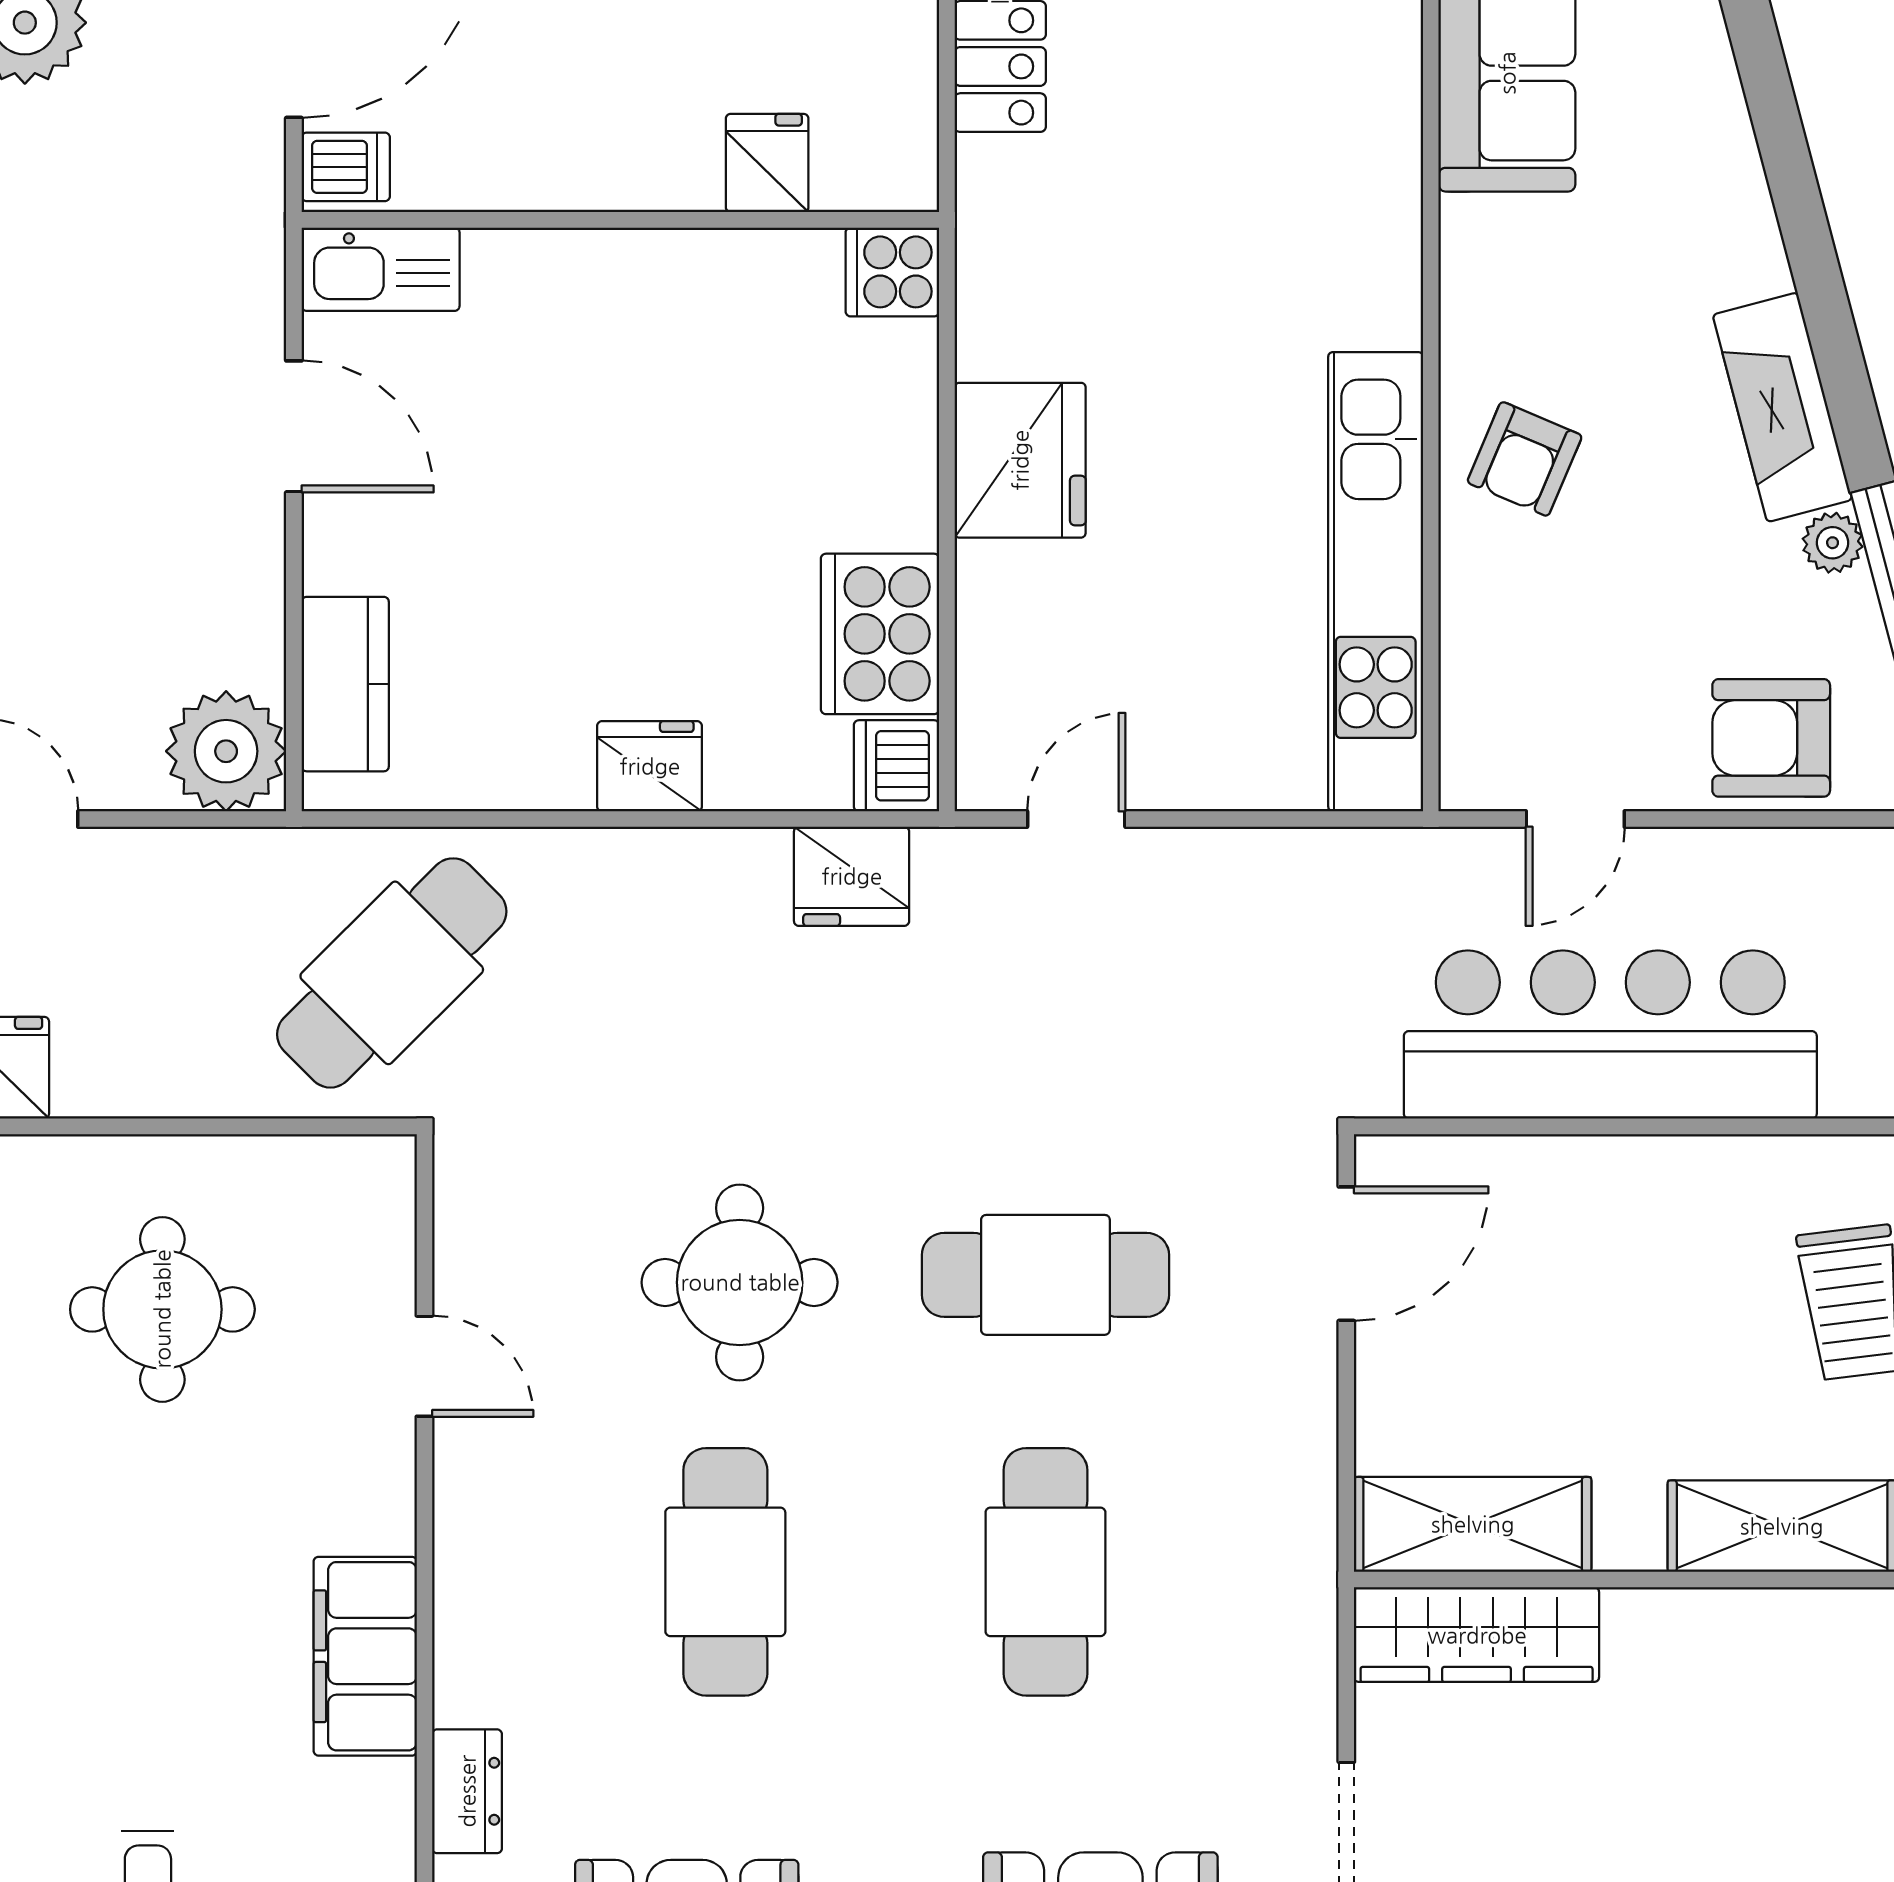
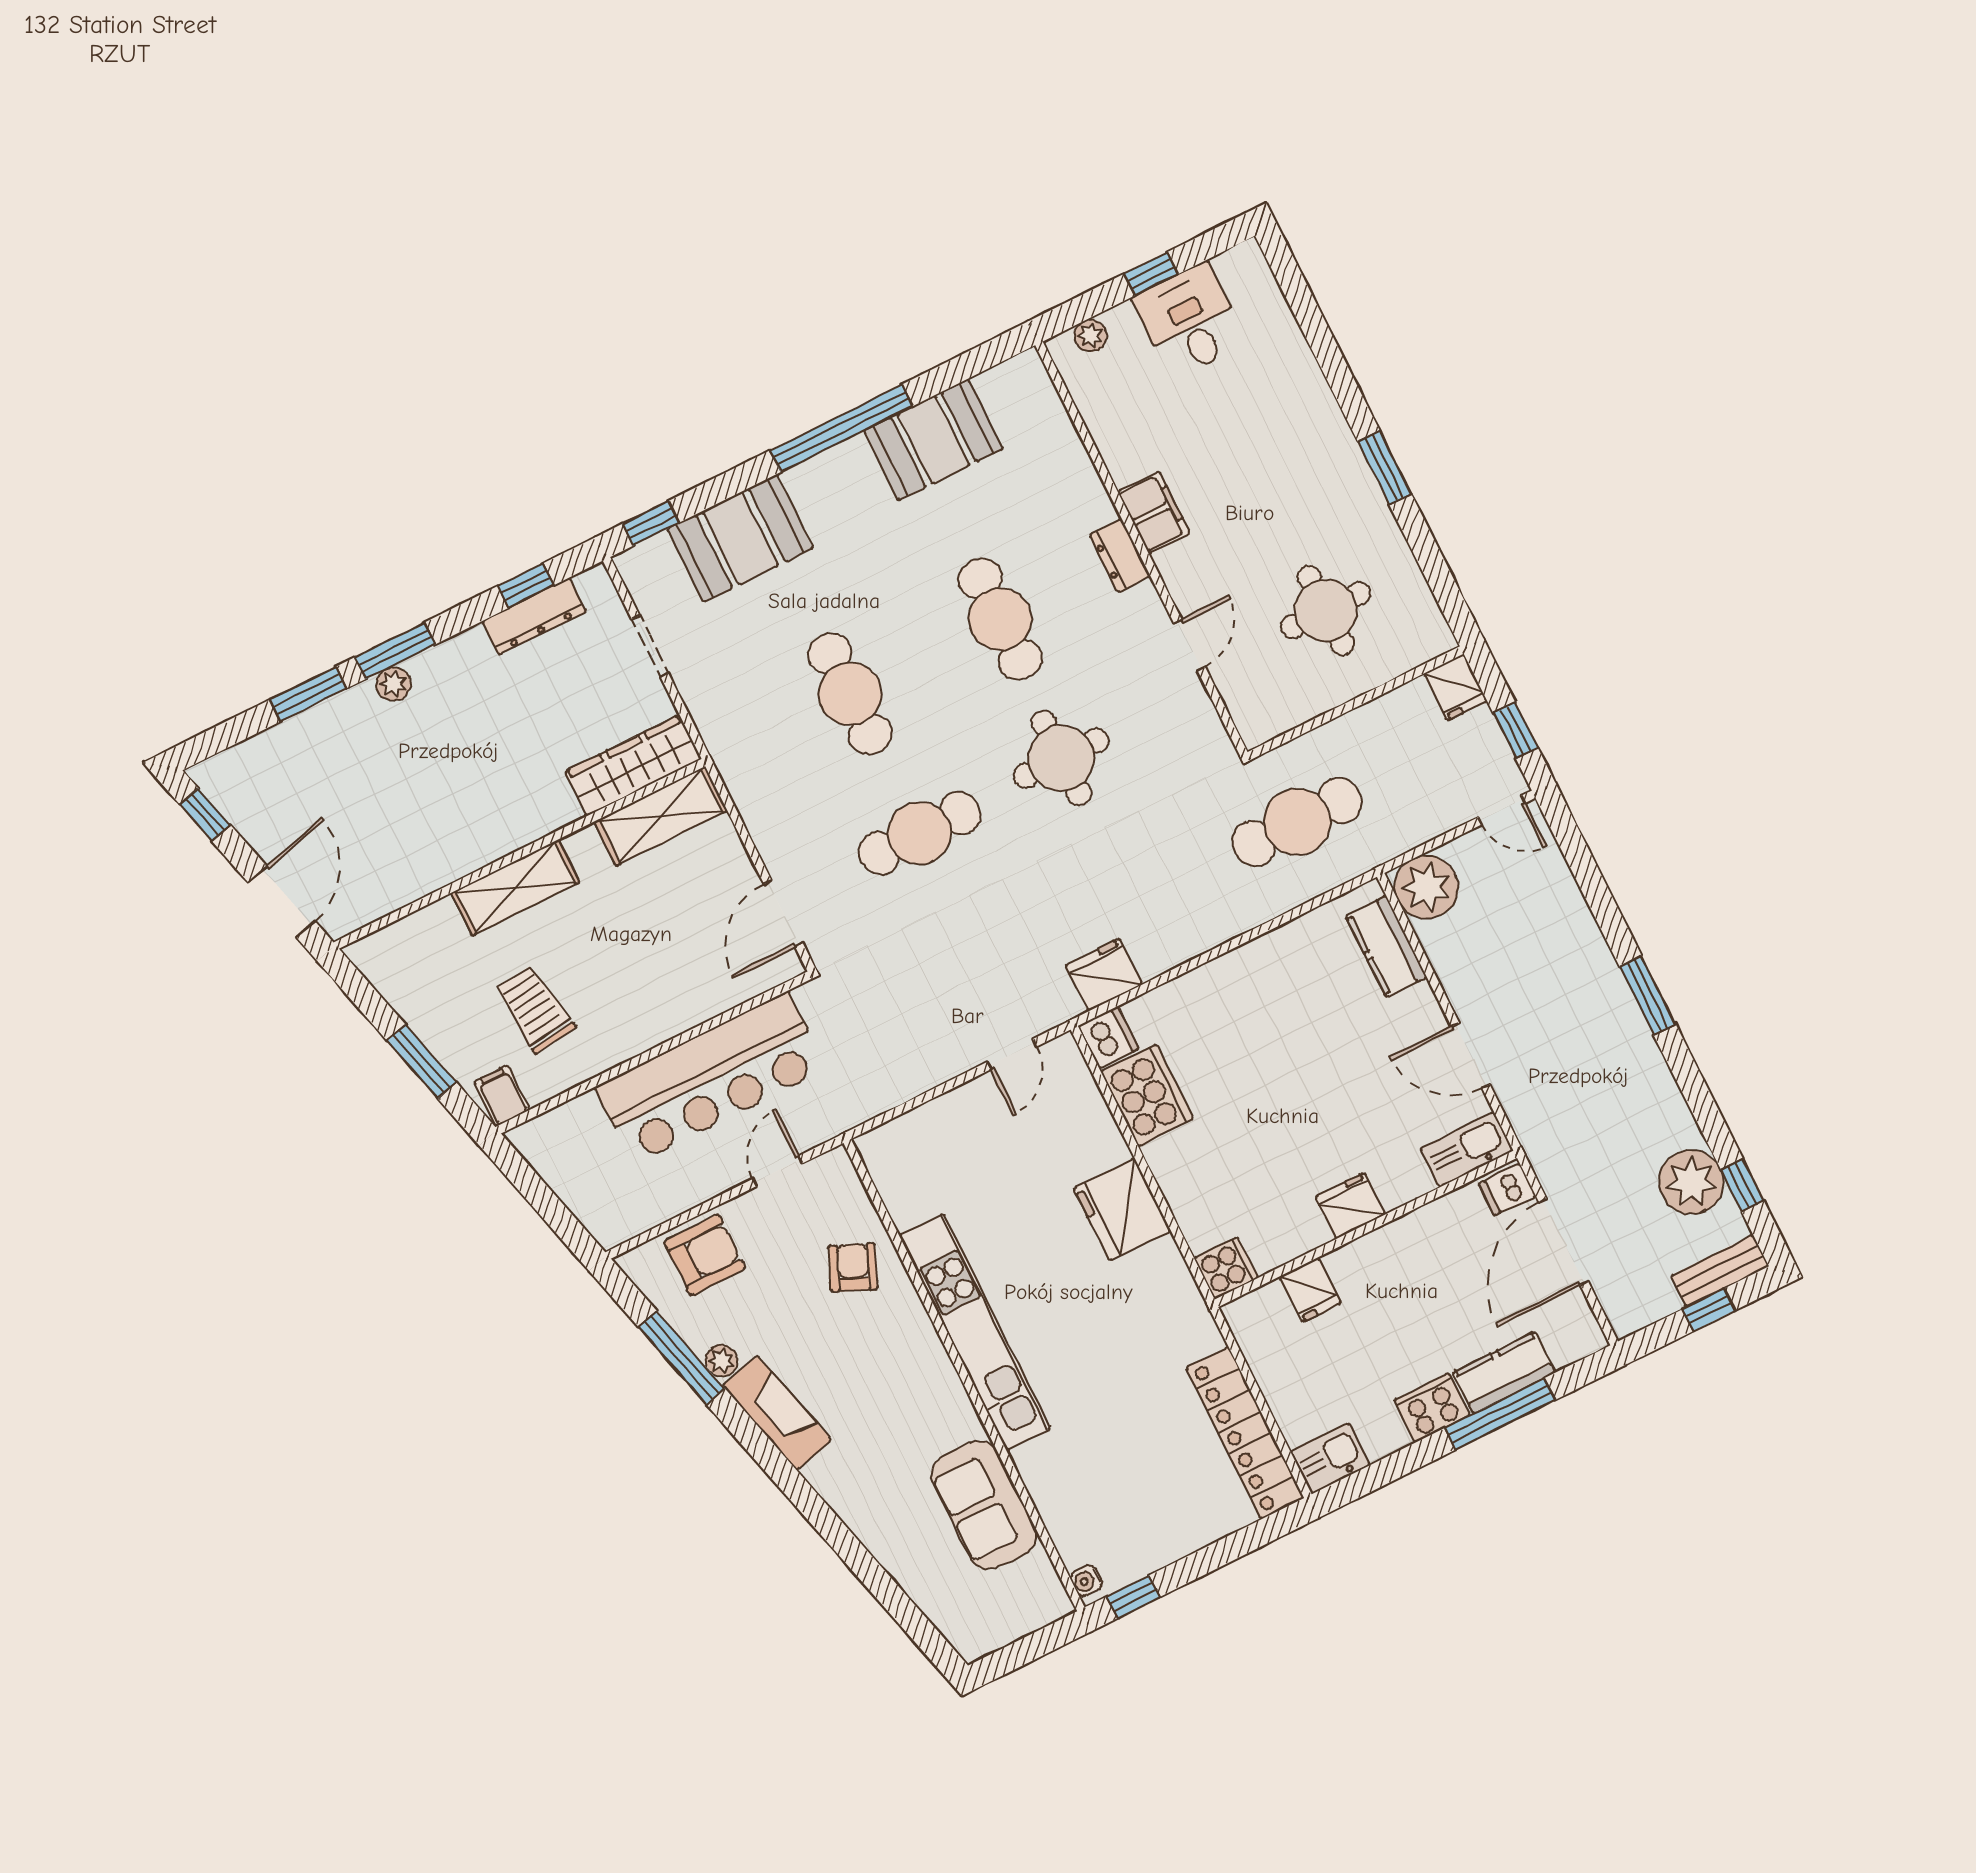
armchair: (1525, 459) -> (853, 1268), moved
kitchen unit: (1376, 582) -> (975, 1332), moved
fridge: (650, 766) -> (1350, 1206), moved, turned 180
cafe table: (392, 973) -> (1297, 822), turned 45
door: (424, 1366) -> (1190, 645), swing flipped
filing cabinet: (365, 1656) -> (1154, 512), width x0.67, depth x0.86
dresser: (467, 1791) -> (1120, 555), moved

